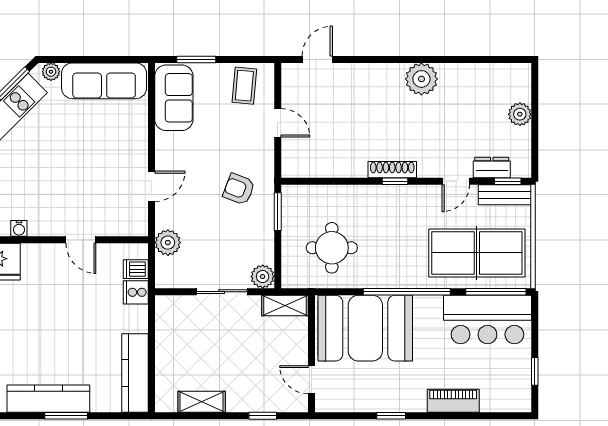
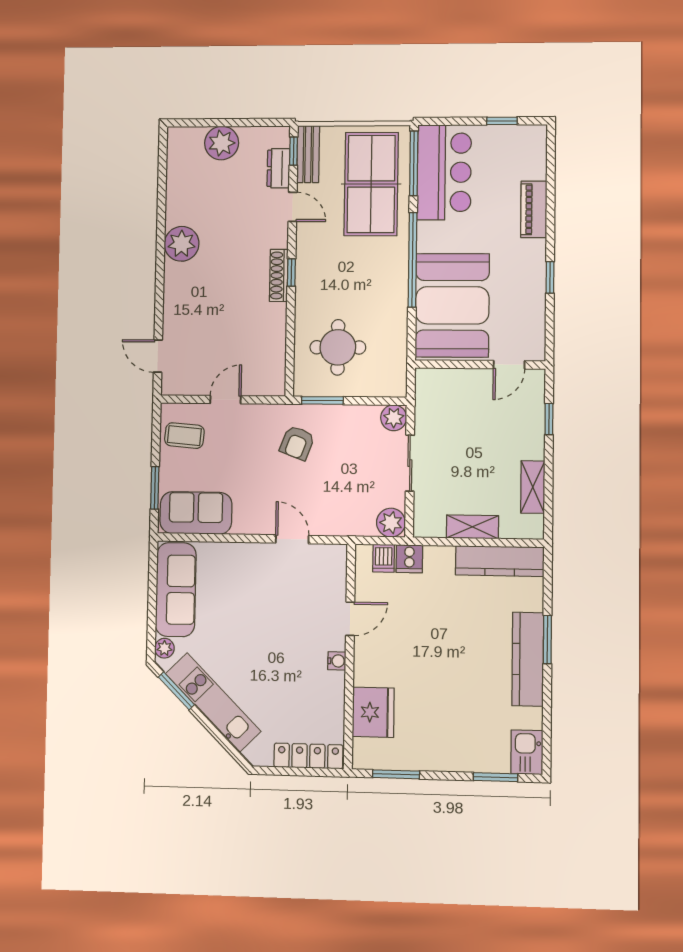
plant: (520, 114) -> (222, 143), width x1.36, depth x1.36
water cooler: (19, 228) -> (337, 661), moved
plant: (168, 243) -> (391, 523), moved
round table: (332, 248) -> (338, 347), moved
shelving: (285, 305) -> (472, 527), moved, turned 90

